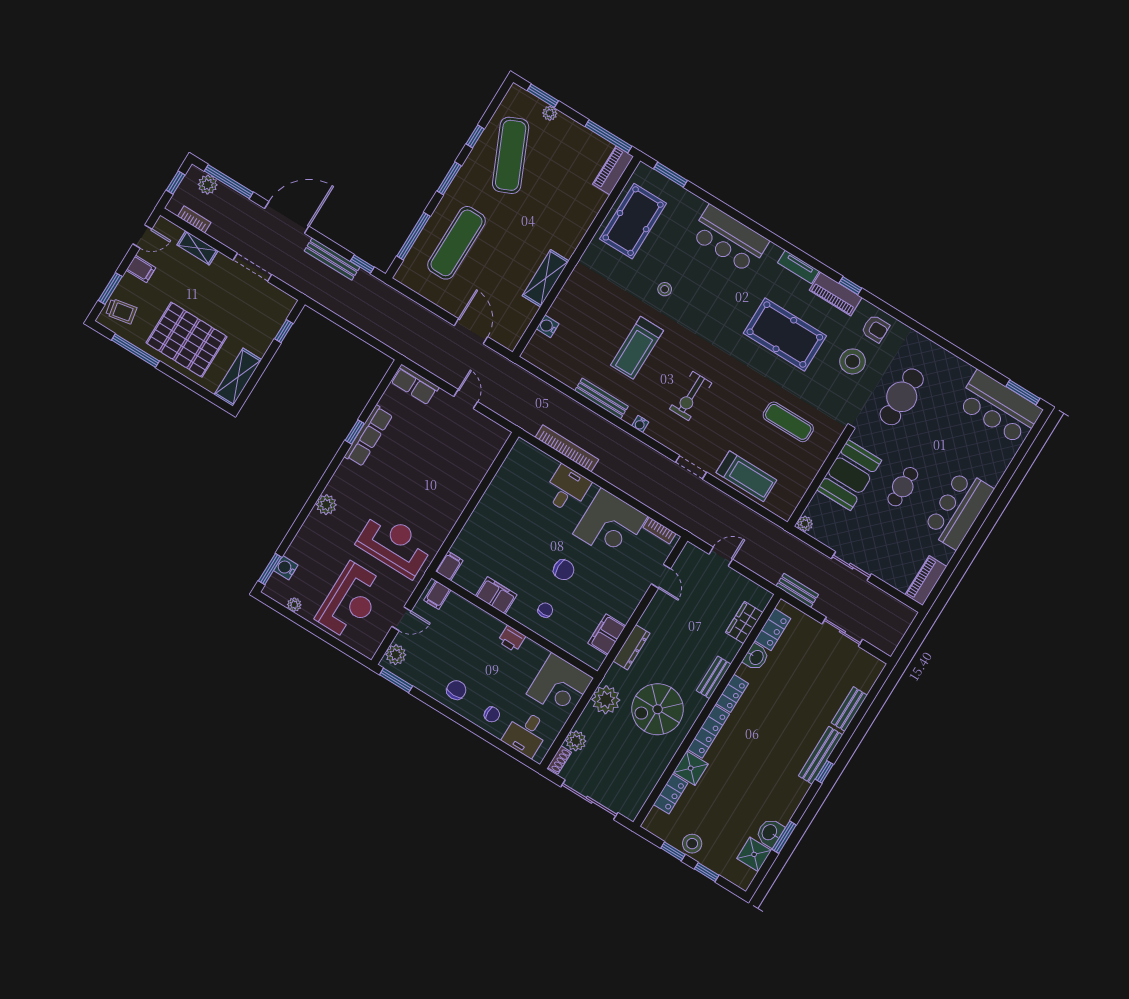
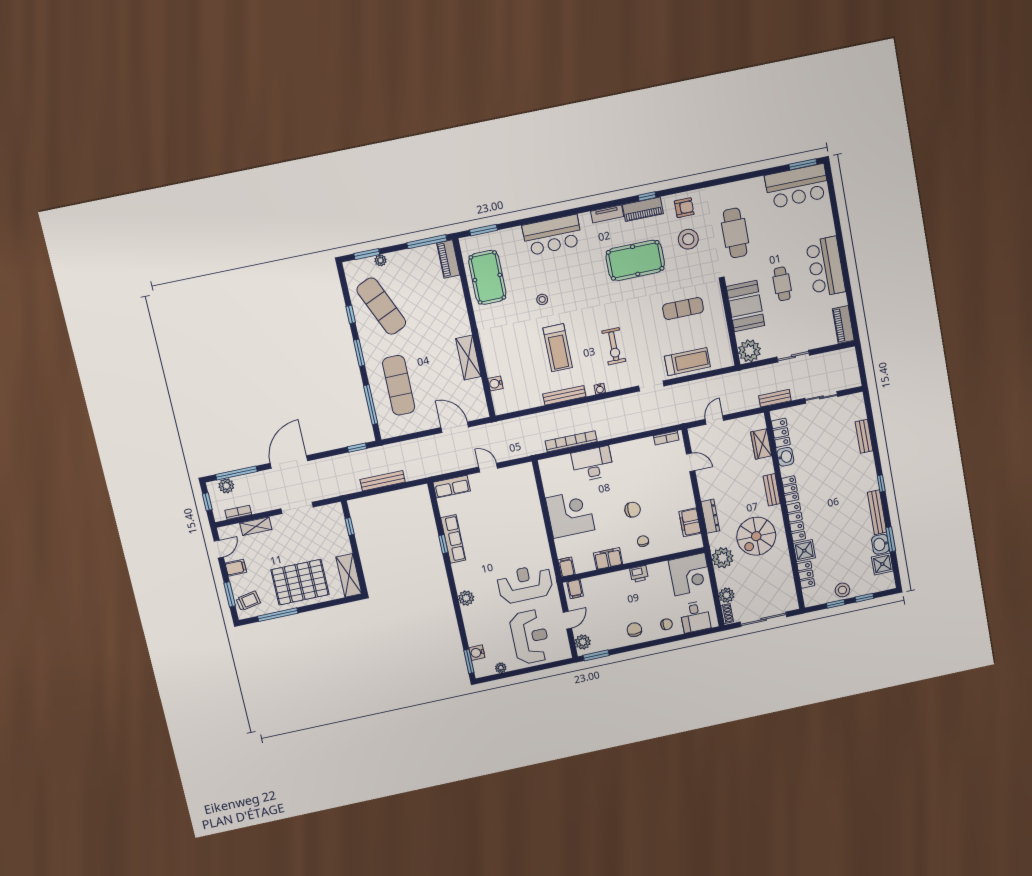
bench: (332, 259) -> (383, 481), moved
desk: (567, 489) -> (592, 464), width x1.37
plant: (805, 524) -> (749, 351), width x1.88, depth x1.88
corner desk: (610, 525) -> (570, 514), moved, turned -90
bench: (821, 755) -> (877, 512), moved

